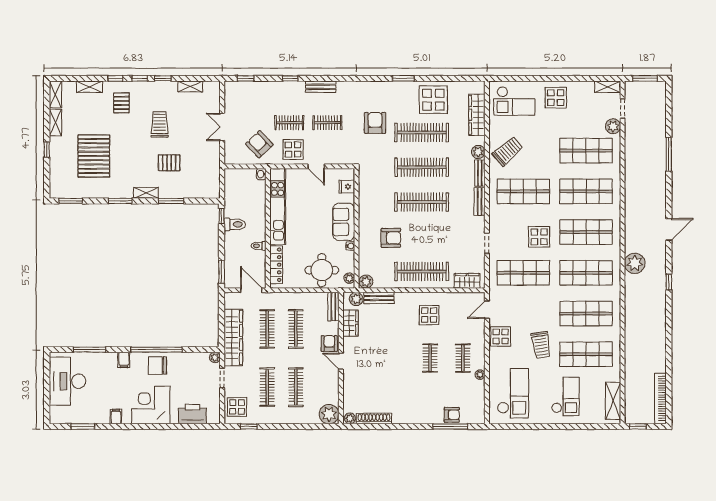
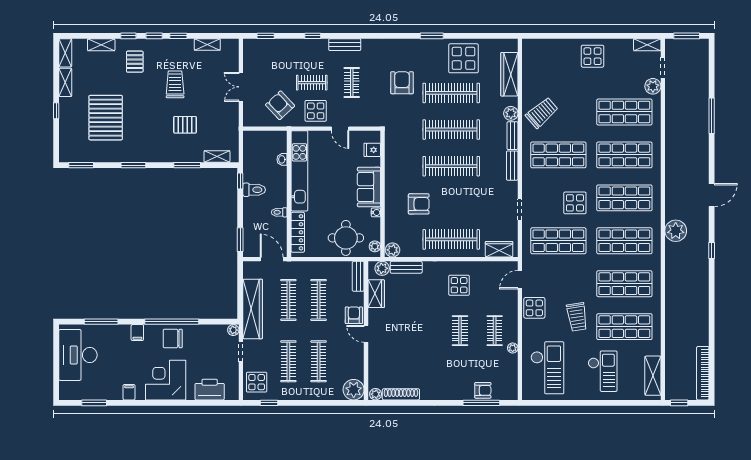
checkout: (514, 101) -> (549, 60), removed
clothes rail: (327, 123) -> (352, 83), turned 90
washbasin: (261, 174) -> (282, 159), moved
shelving: (146, 193) -> (217, 156), moved

